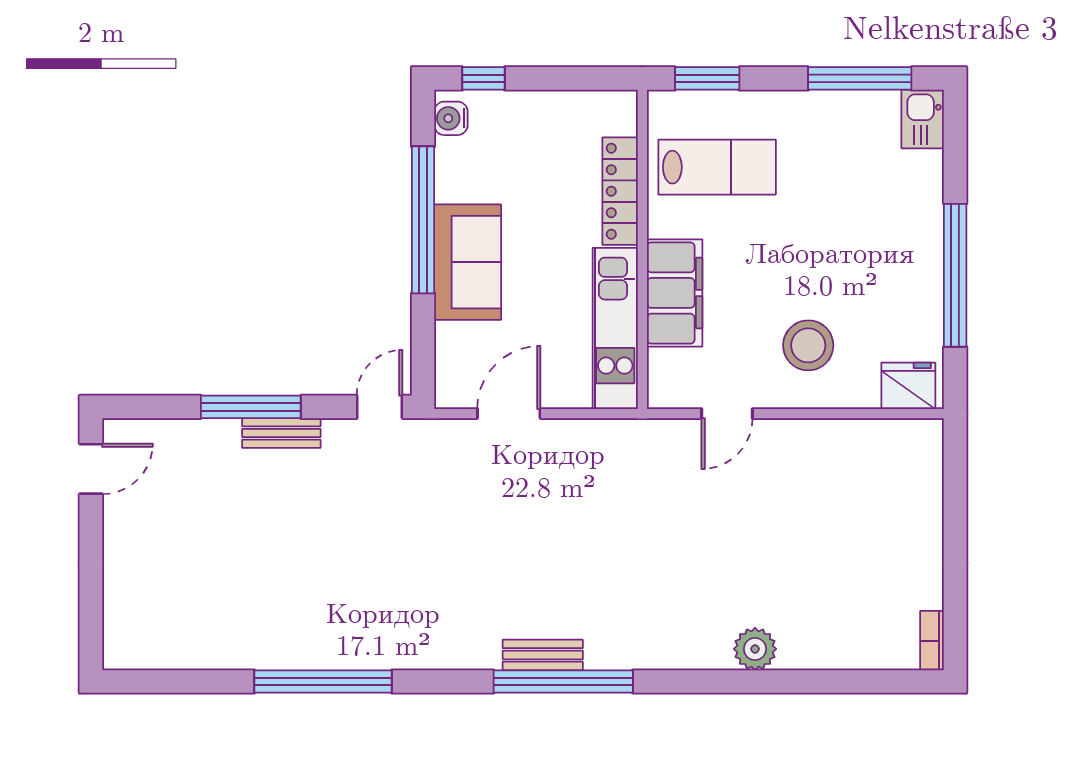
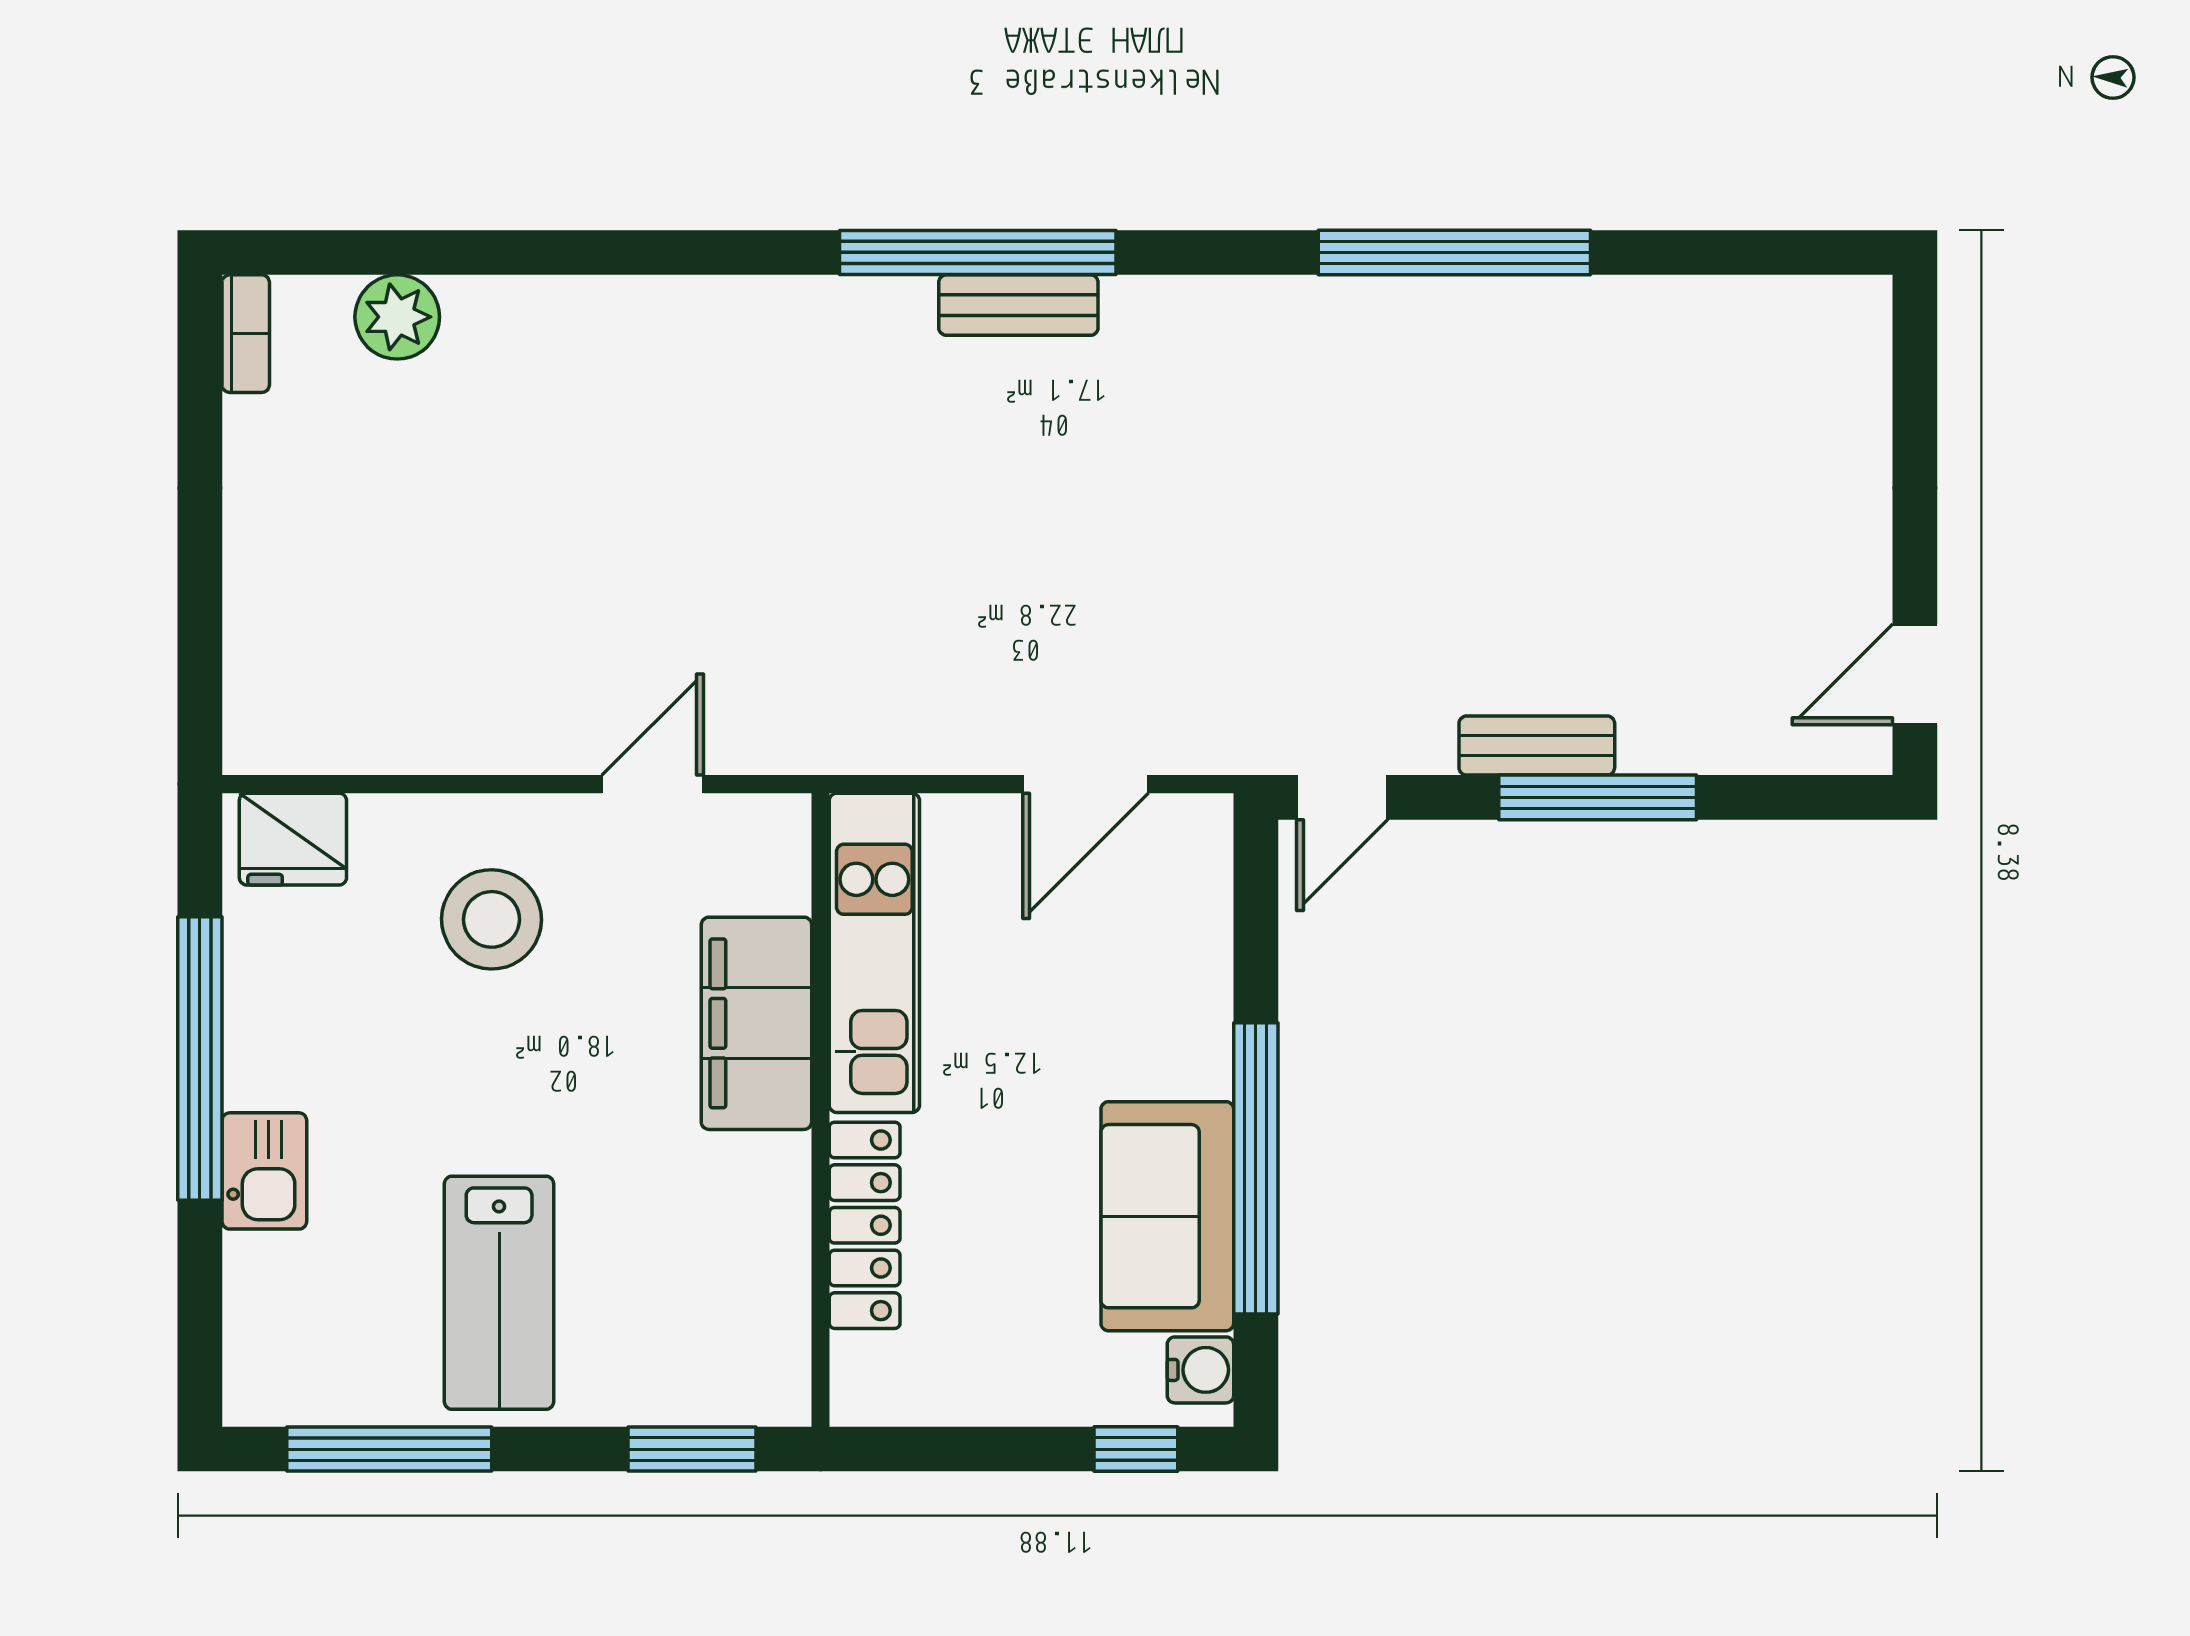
kitchen sink: (923, 119) -> (264, 1171), moved
lab bench: (717, 167) -> (499, 1293), moved, turned -90
sofa: (468, 262) -> (1167, 1216), moved
plant: (755, 649) -> (397, 317), moved

